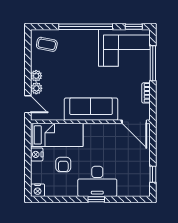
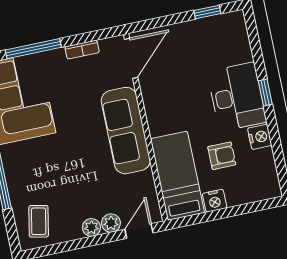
nightstand: (38, 190) -> (260, 137), moved

